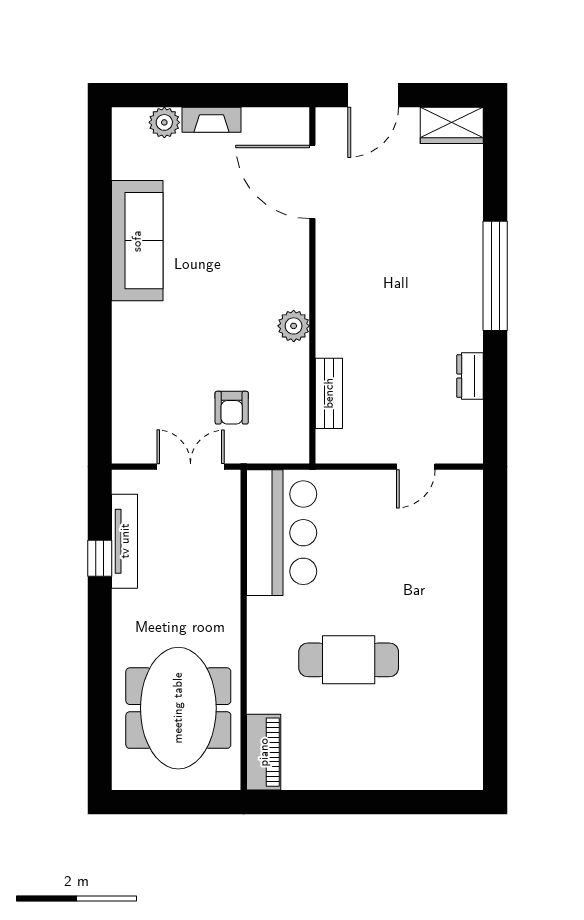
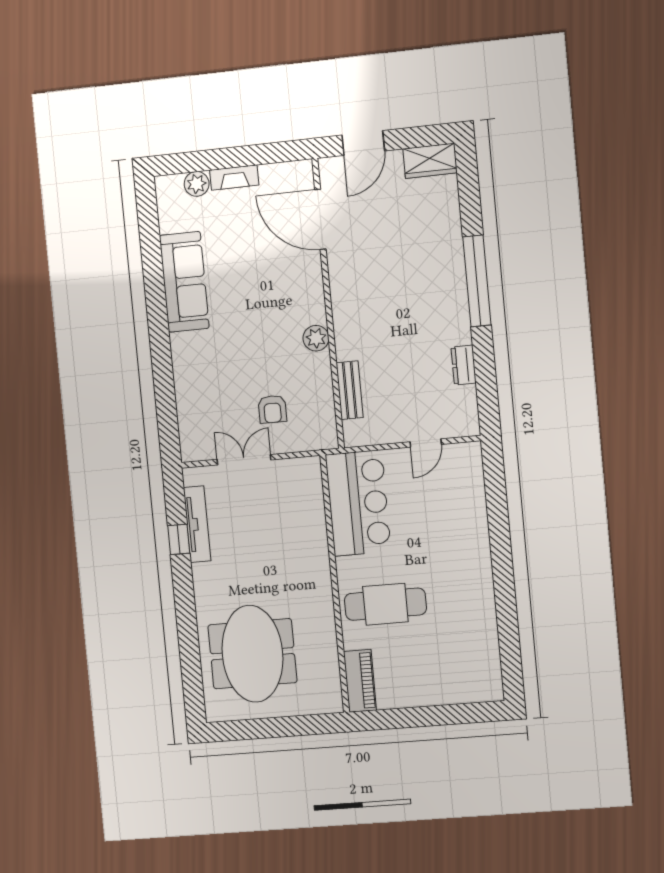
bar counter: (282, 533) -> (358, 503), moved
wall: (244, 630) -> (335, 584), moved
piano: (264, 752) -> (360, 681), moved

